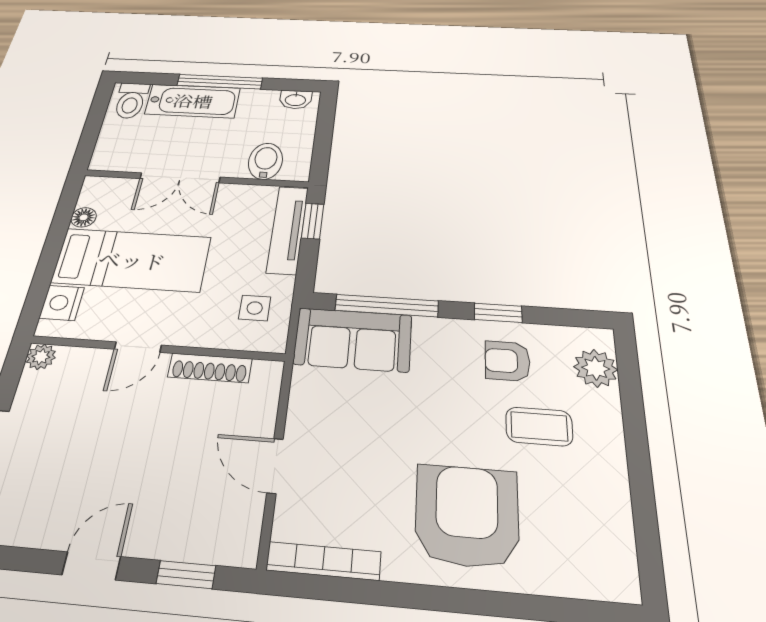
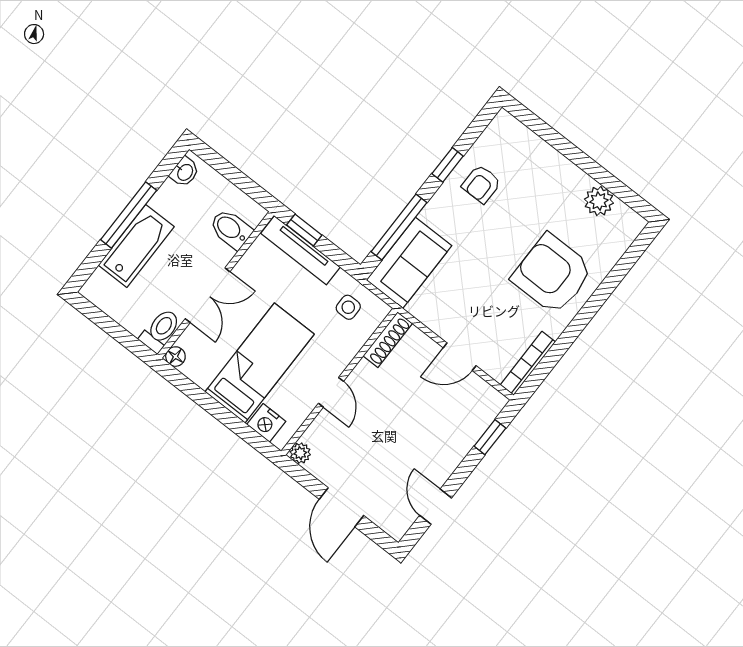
toilet: (131, 101) -> (160, 330), moved, turned -90
floor lamp: (84, 217) -> (175, 357), moved
shoe rack: (210, 368) -> (388, 340), moved
plant: (596, 368) -> (599, 201), moved
coffee table: (539, 426) -> (531, 198), removed
door: (91, 566) -> (436, 507), moved

